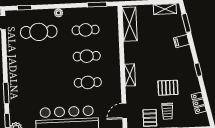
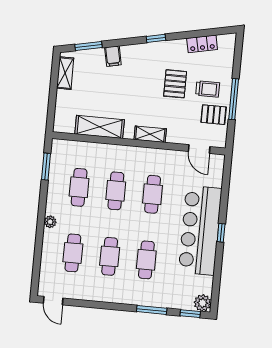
window: (25, 8) -> (36, 268), removed
shelving: (130, 24) -> (100, 127), moved
cafe table: (39, 32) -> (73, 253), width x0.73, depth x0.74
cafe table: (40, 58) -> (110, 256), added
cafe table: (41, 84) -> (146, 260), added

